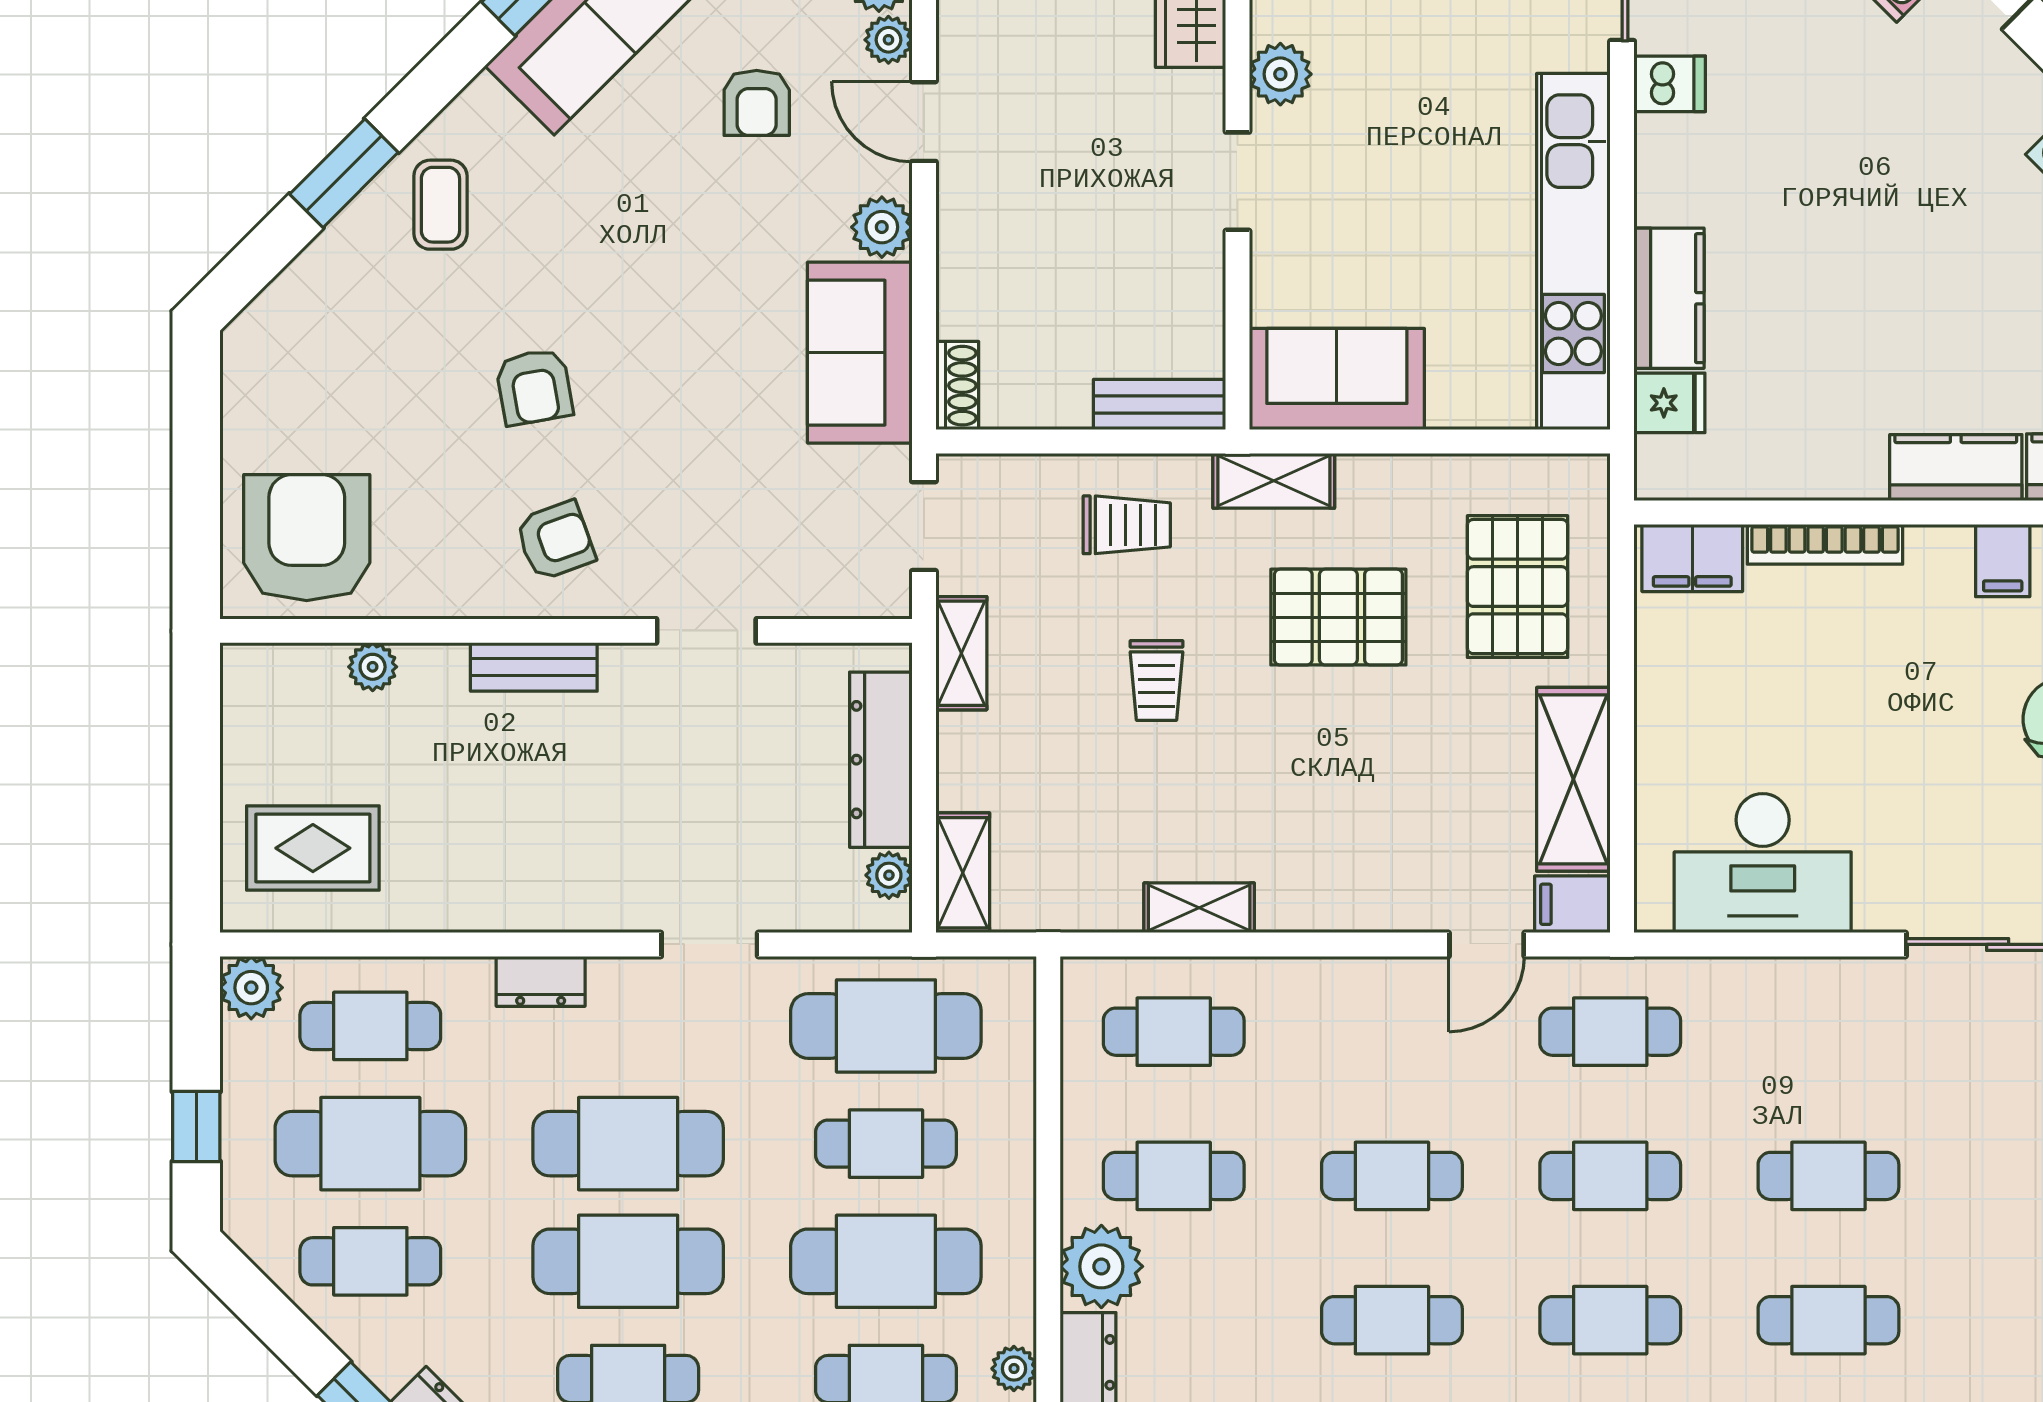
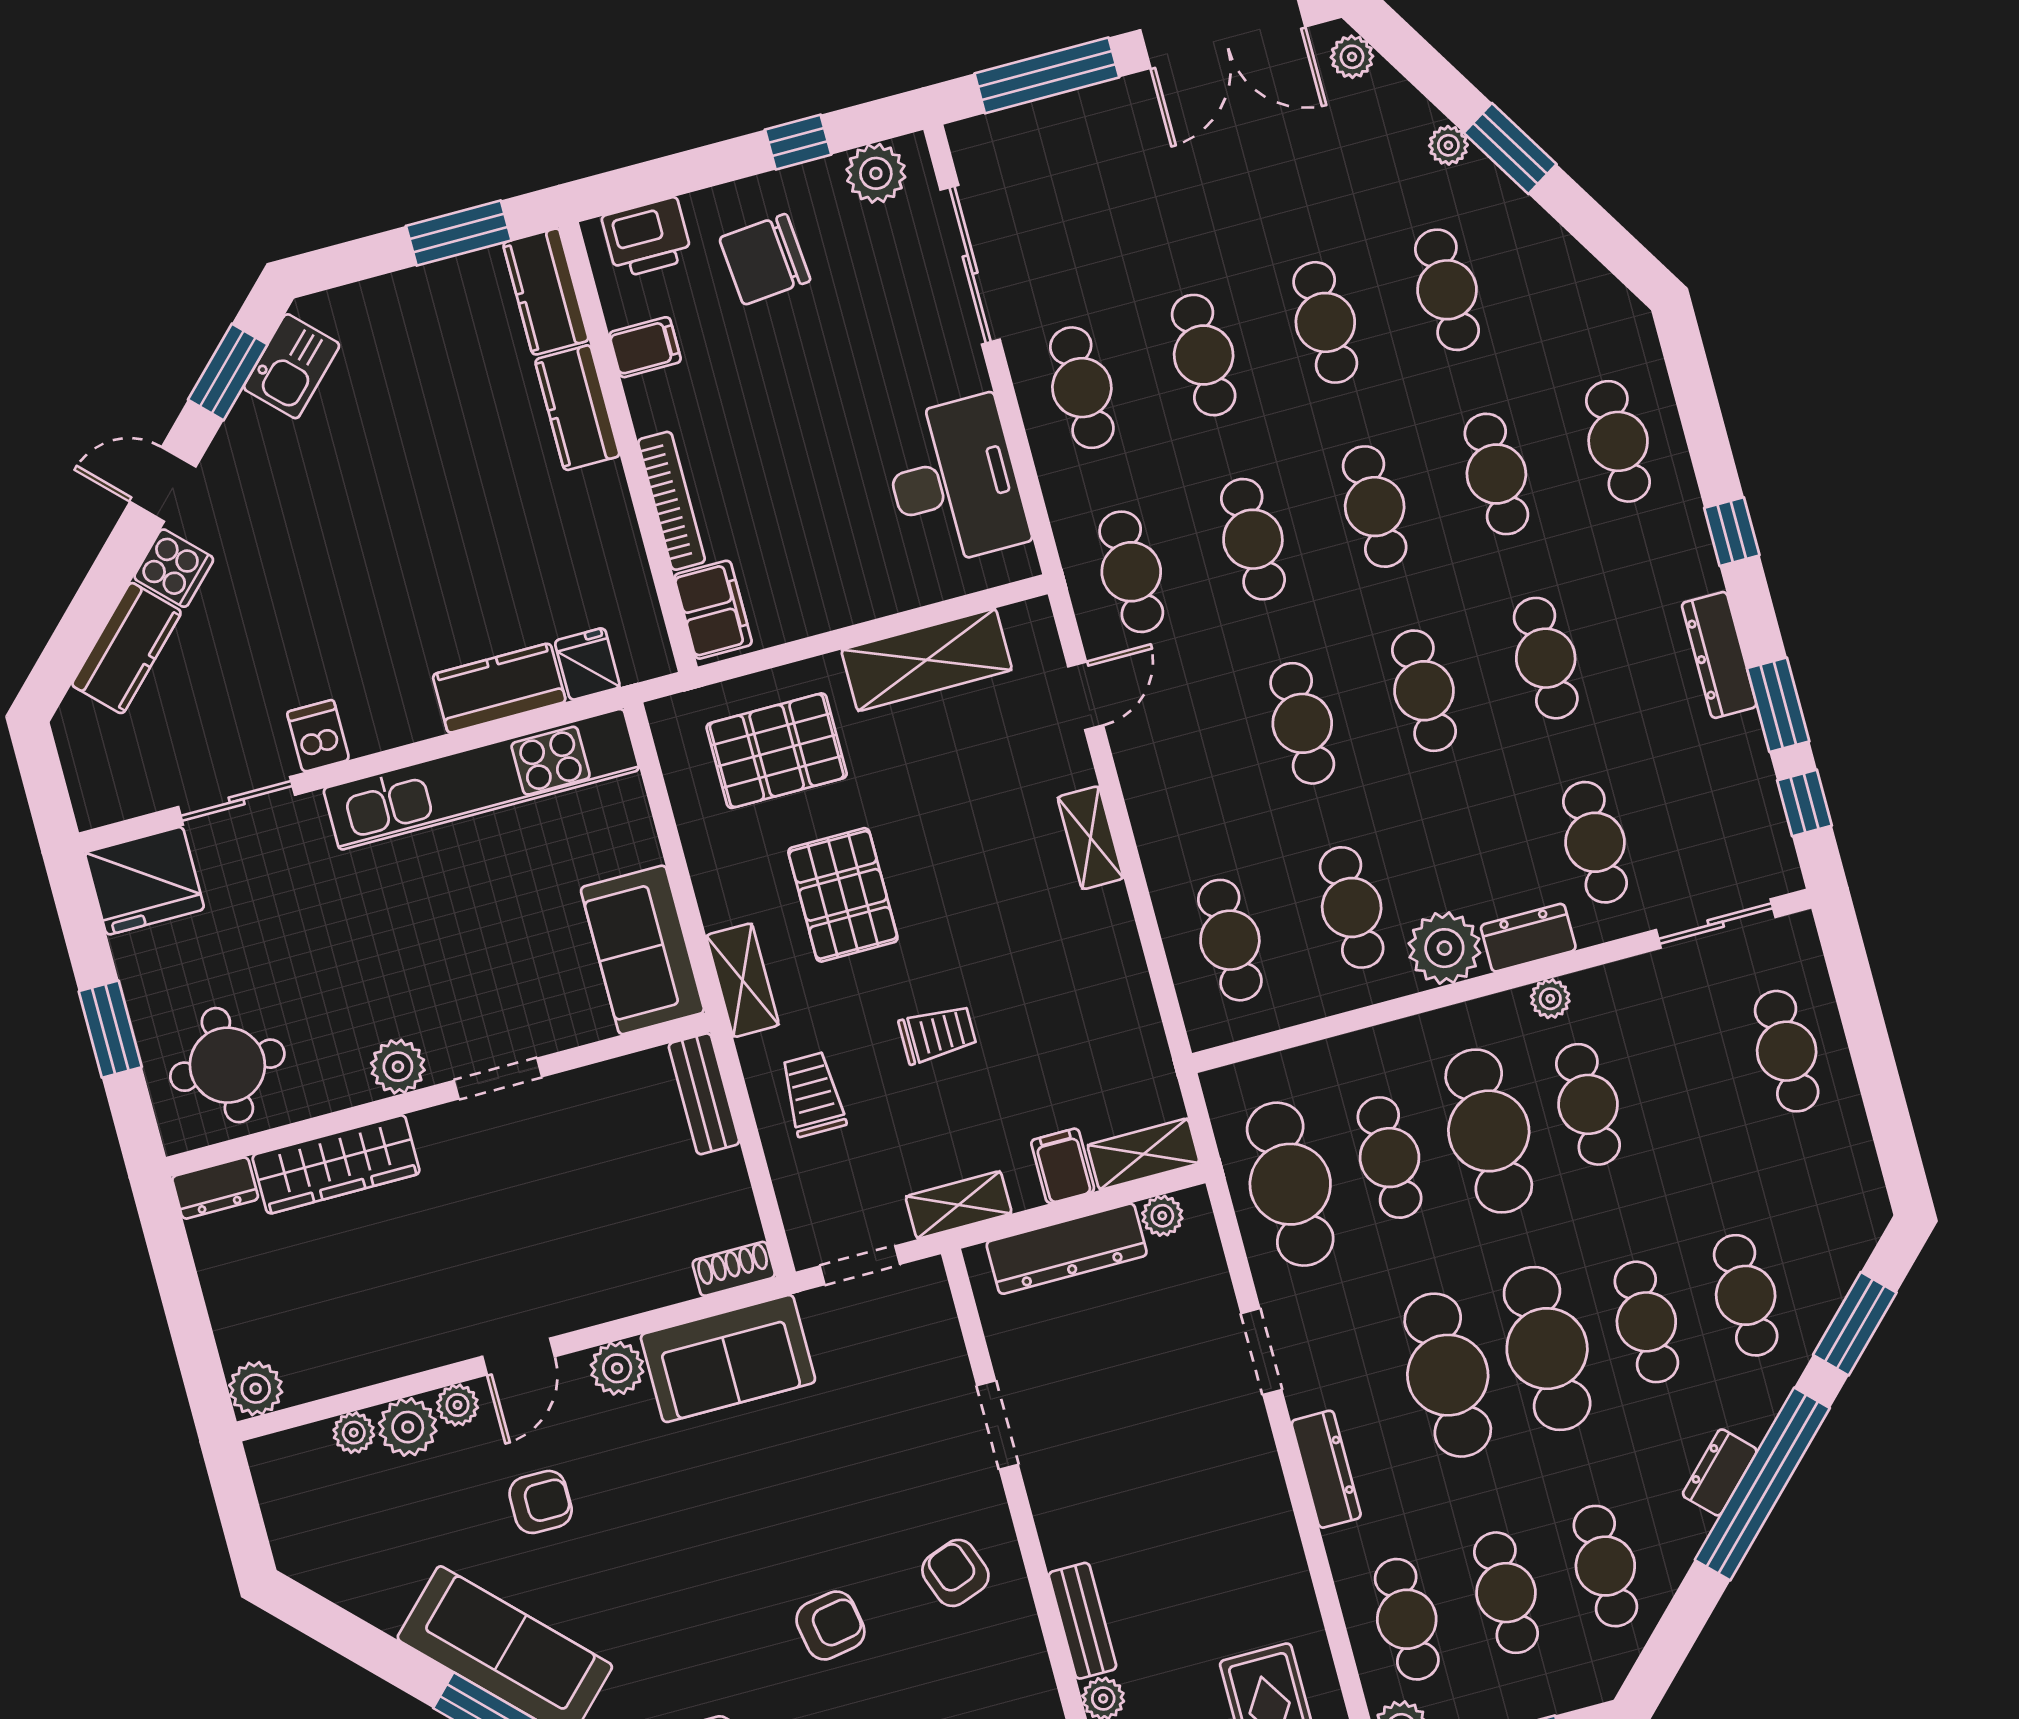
bench: (534, 667) -> (1082, 1621), moved
filing cabinet: (1572, 904) -> (1063, 1166), moved, turned 180
shelving: (1199, 908) -> (1090, 838), moved
door: (1487, 944) -> (1086, 696), hinge flipped
dresser: (541, 981) -> (1326, 1469), width x1.44
cafe table: (1828, 1032) -> (1082, 388), added
cafe table: (370, 1144) -> (1506, 1593), width x0.73, depth x0.74

